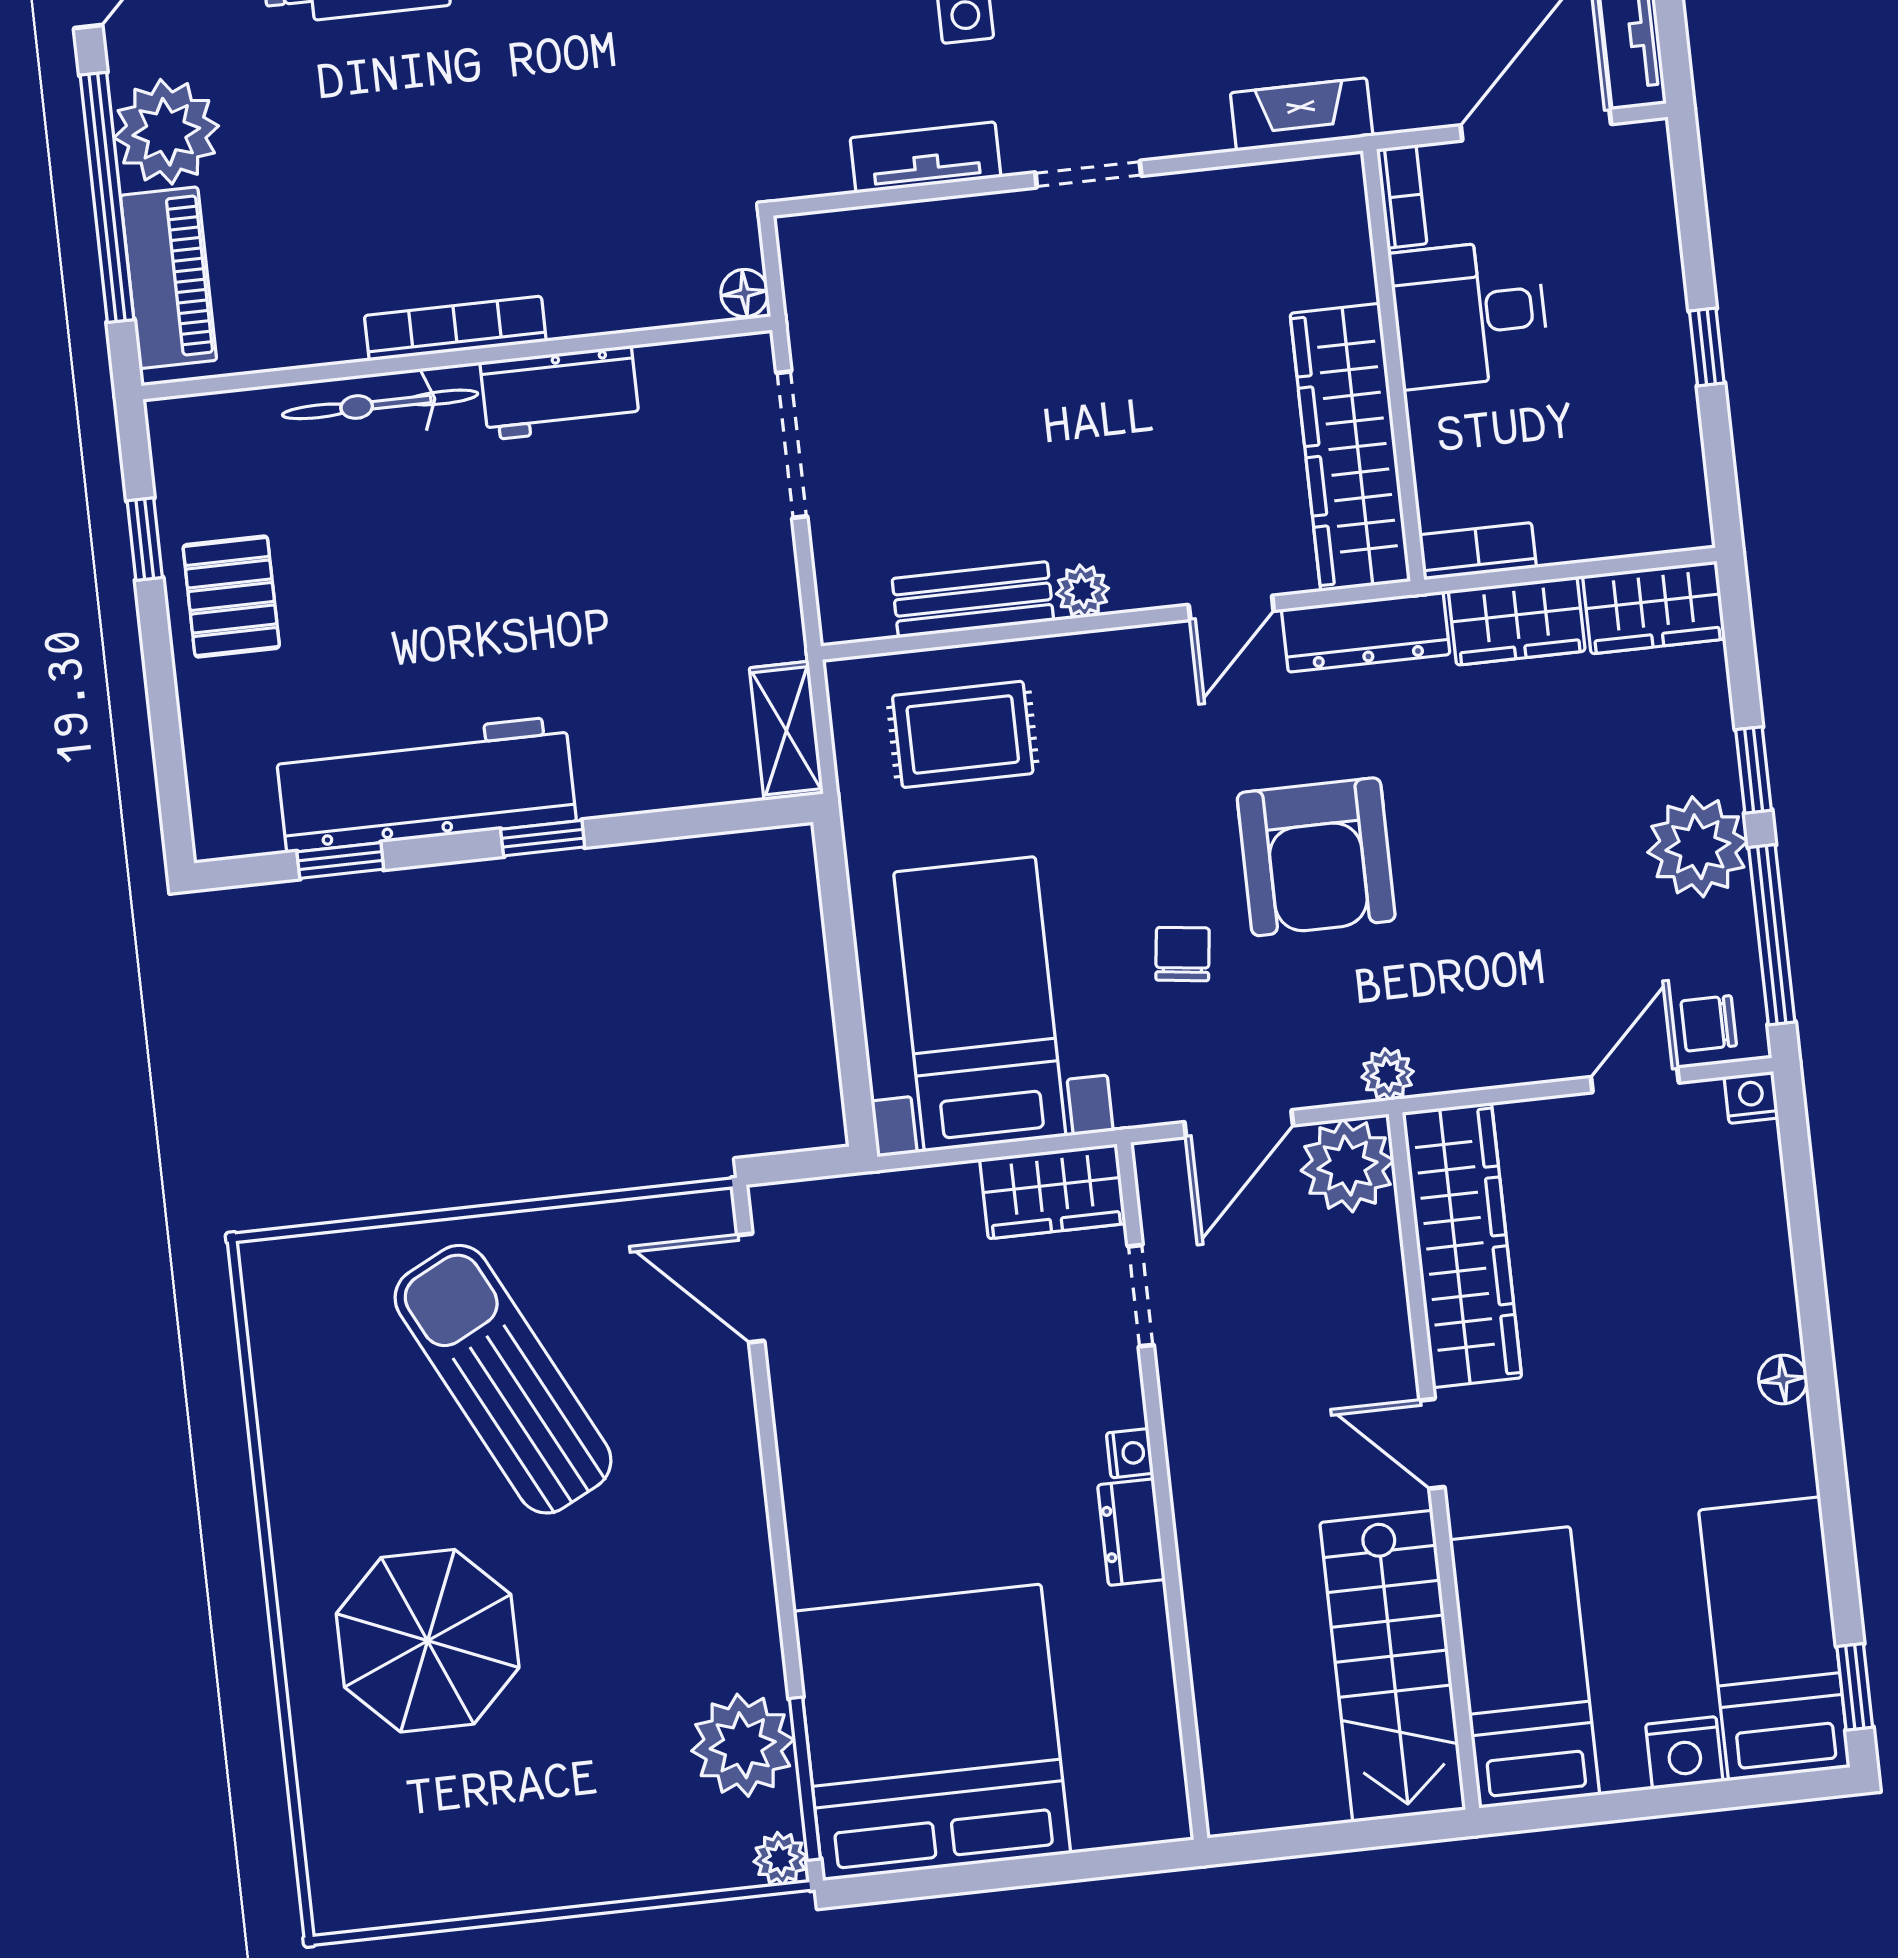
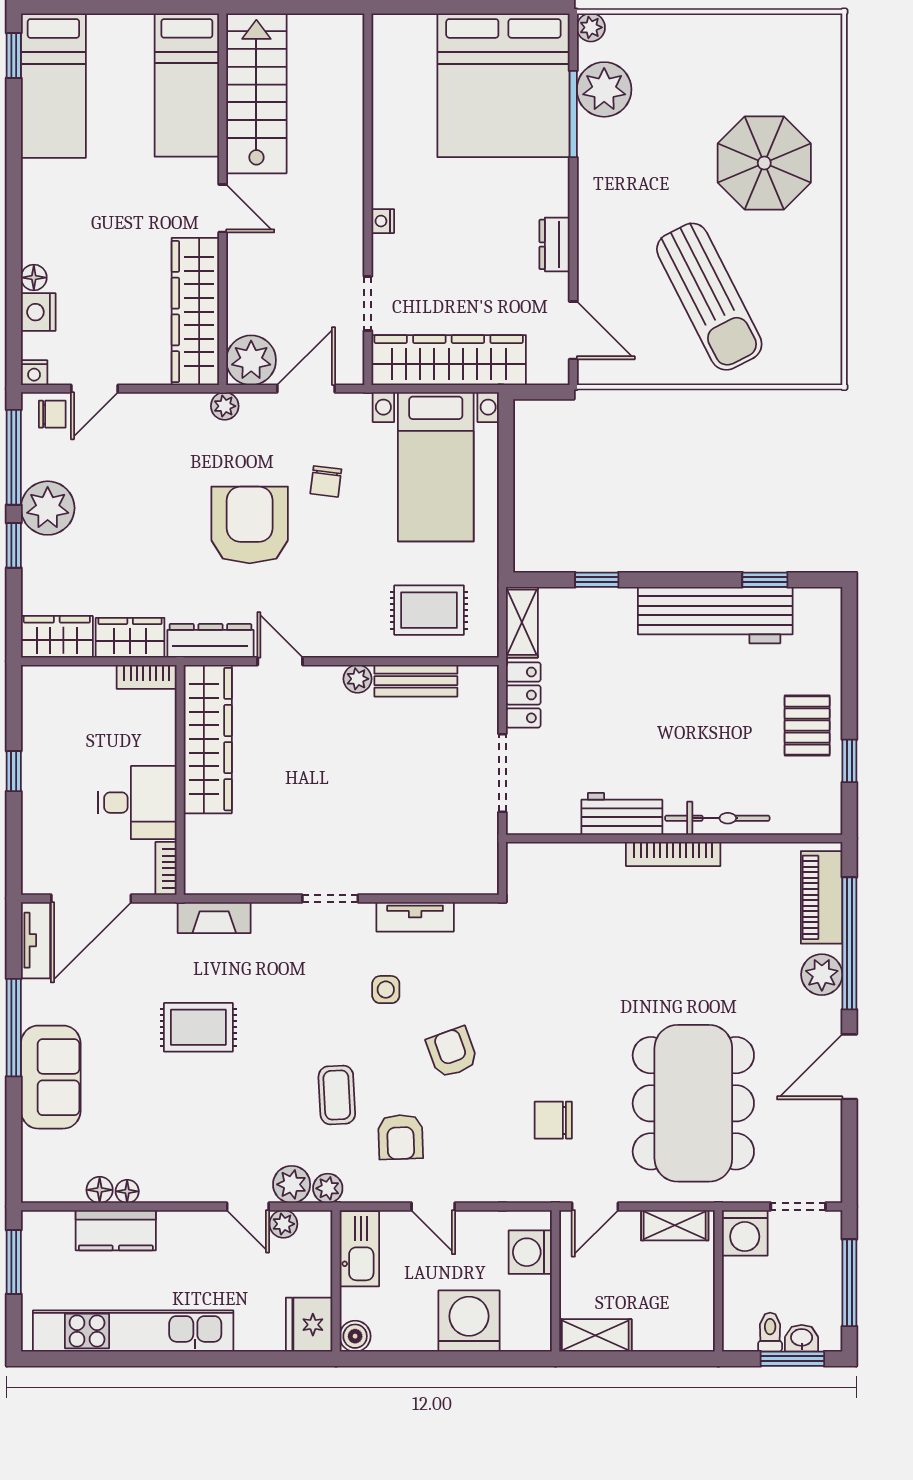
plant: (166, 132) -> (822, 975), width x0.73, depth x0.73
floor lamp: (745, 293) -> (519, 856), removed
locker: (769, 595) -> (523, 695), added
door: (1231, 608) -> (280, 661), hinge flipped
window: (543, 838) -> (597, 580), moved
wardrobe: (1053, 1191) -> (449, 360), width x2.10, depth x1.17
floor lamp: (1783, 1380) -> (34, 278), moved
dresser: (1131, 1532) -> (555, 244), moved, turned 180
nightstand: (1684, 1753) -> (38, 312), moved, turned -90
window: (805, 1779) -> (573, 114), moved

